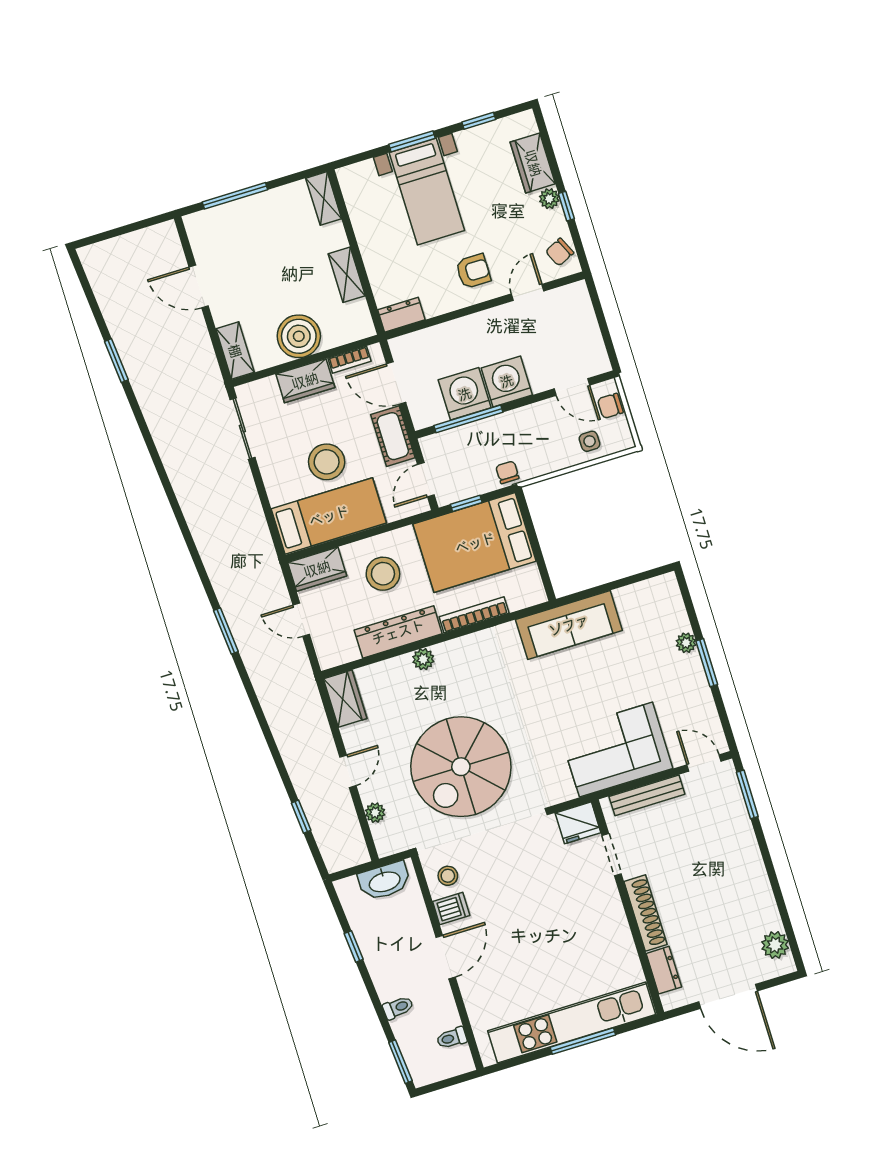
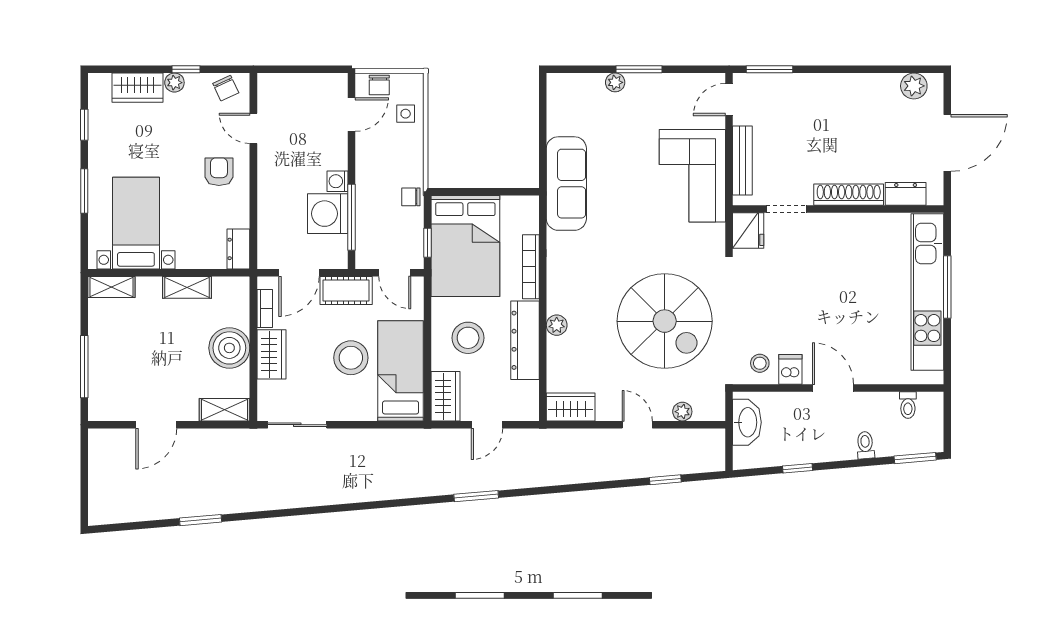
bed with nightstands: (427, 192) -> (136, 223), moved, turned -90
washing machine: (507, 381) -> (337, 181), width x0.53, depth x0.53

